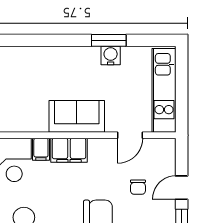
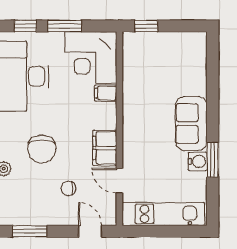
sofa: (77, 116) -> (191, 124), moved, turned 180
filing cabinet: (69, 150) -> (105, 148), moved
door: (182, 188) -> (90, 231), moved

